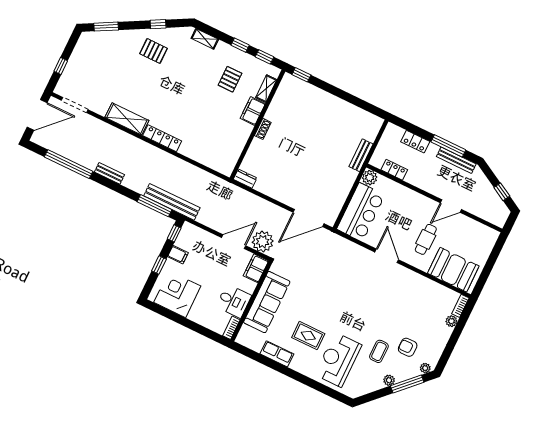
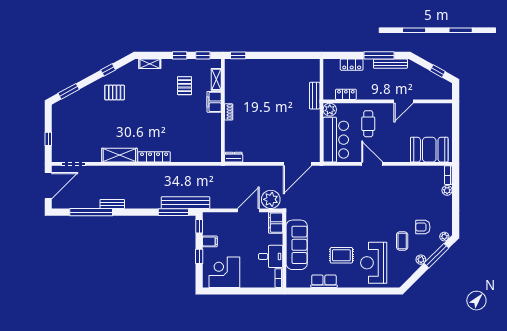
bench: (109, 173) -> (112, 204), moved
cafe table: (426, 239) -> (368, 124), moved

